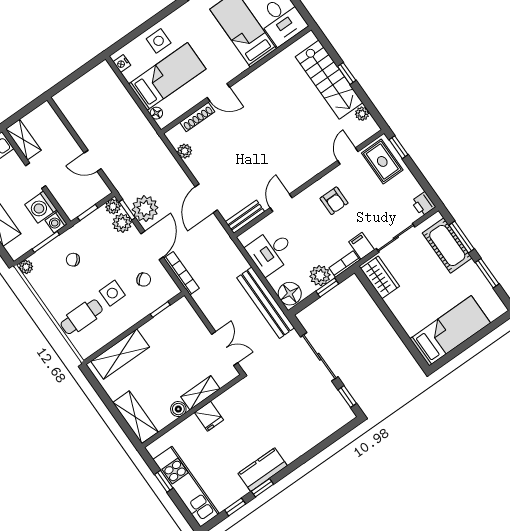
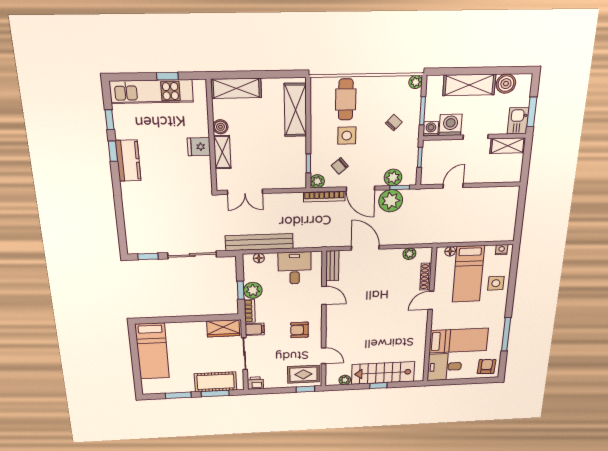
plant: (113, 207) -> (317, 181), moved
floor lamp: (290, 294) -> (259, 258), width x0.53, depth x0.53

